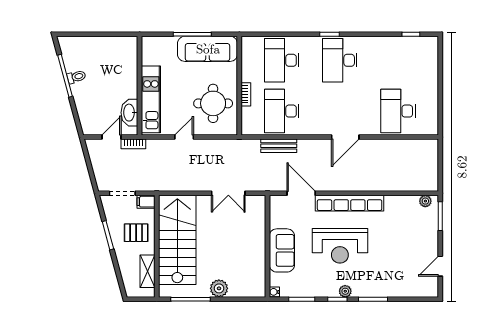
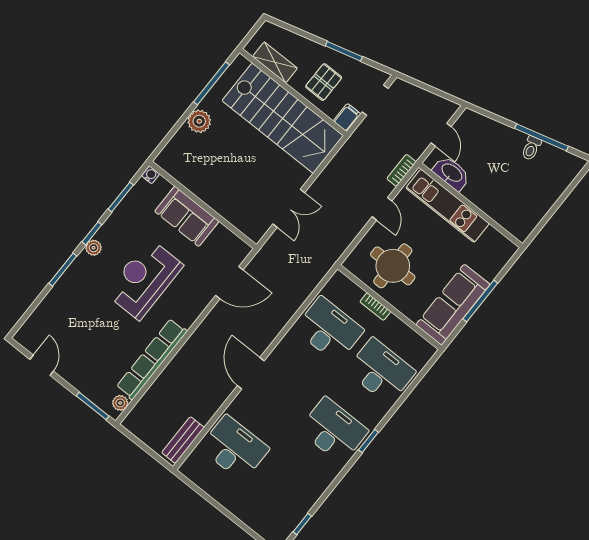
bookcase: (133, 144) -> (401, 170), moved
bench: (279, 146) -> (183, 440), moved
double door: (228, 193) -> (289, 208), swing flipped
row of seats: (350, 203) -> (152, 359), moved

